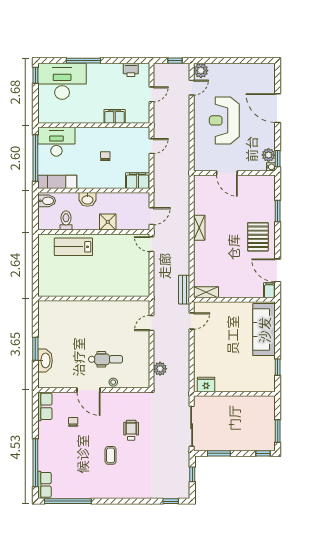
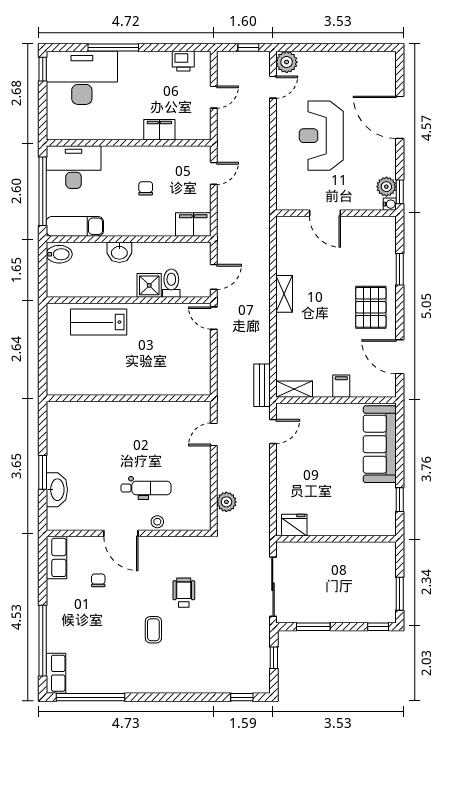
toilet: (66, 220) -> (171, 283), moved
filing cabinet: (269, 290) -> (341, 386), moved

